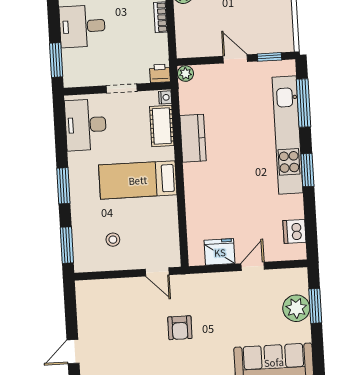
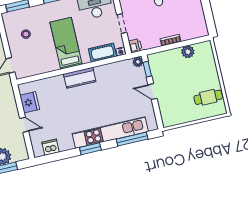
window: (270, 57) -> (147, 69), moved
door: (235, 59) -> (152, 92), swing flipped
kitchen counter: (193, 138) -> (80, 78), moved

